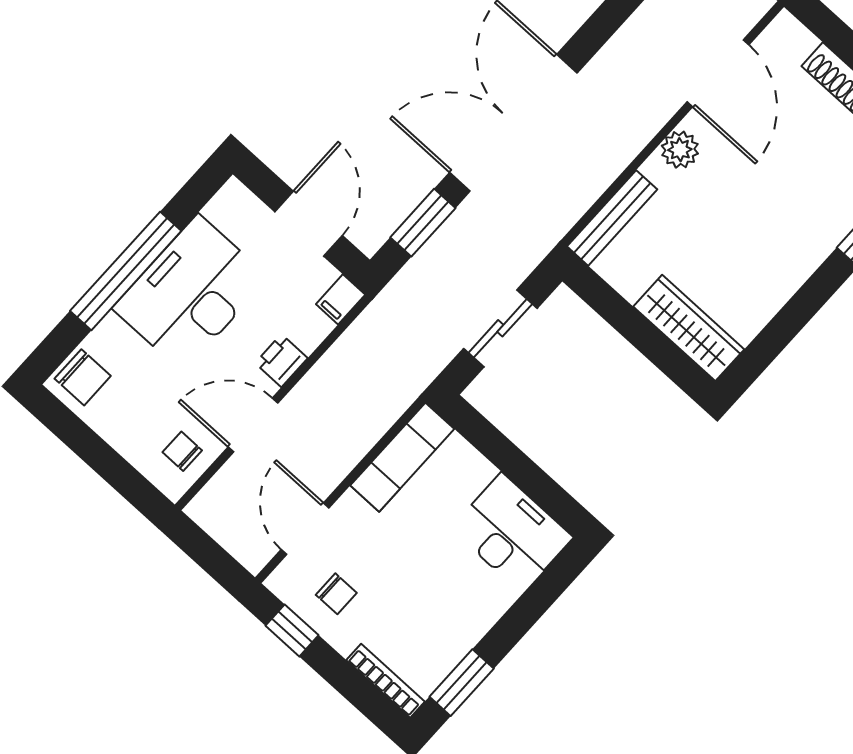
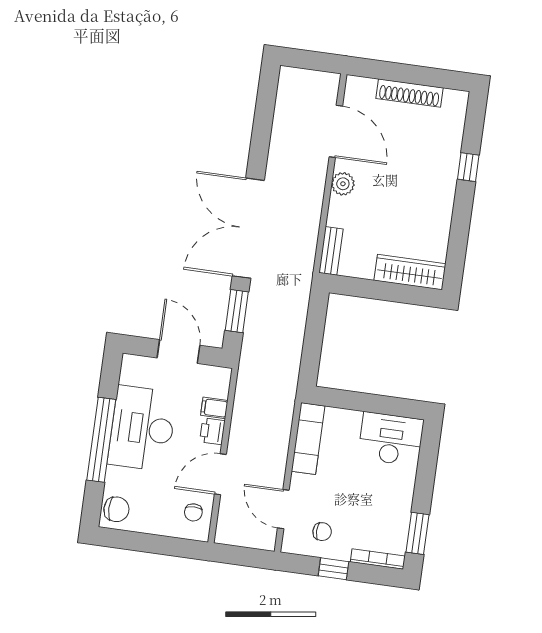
bench: (612, 218) -> (331, 251), width x0.73
filing cabinet: (341, 299) -> (214, 408), moved, turned 90
sliding door: (500, 328) -> (313, 338), removed
chair: (182, 451) -> (193, 512), turned -90
window: (292, 630) -> (333, 569), moved

